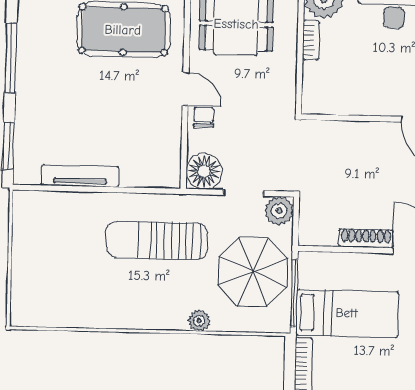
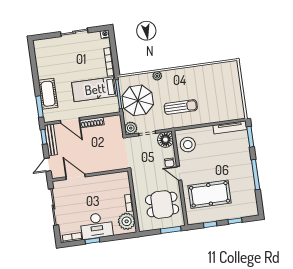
stool: (155, 152) -> (188, 145), added
tv unit: (80, 176) -> (230, 127), moved
sun lounger: (157, 240) -> (181, 107), width x0.73, depth x0.75

